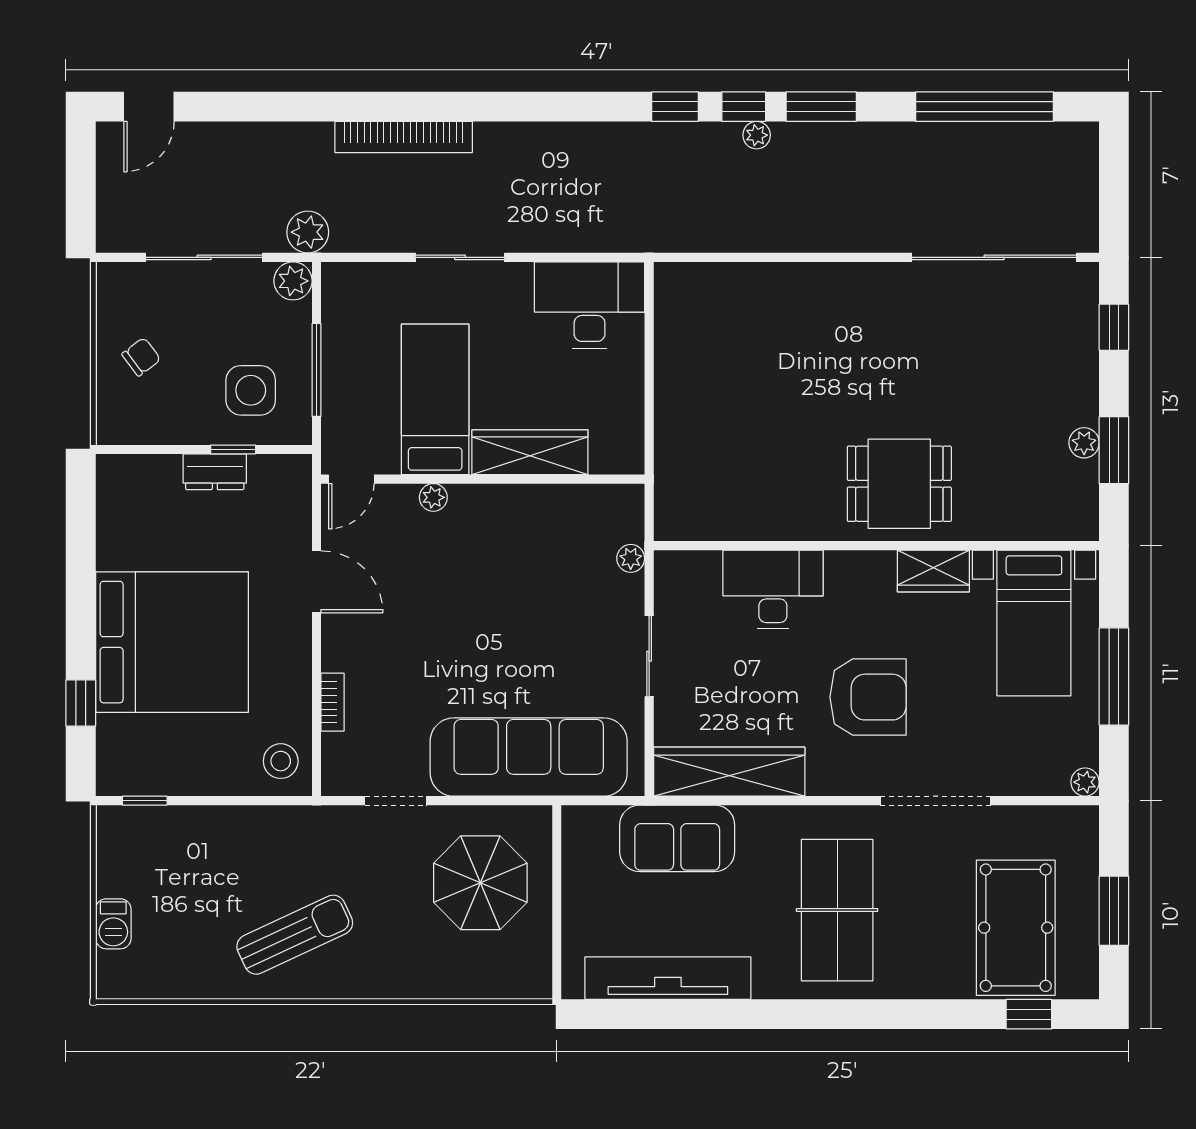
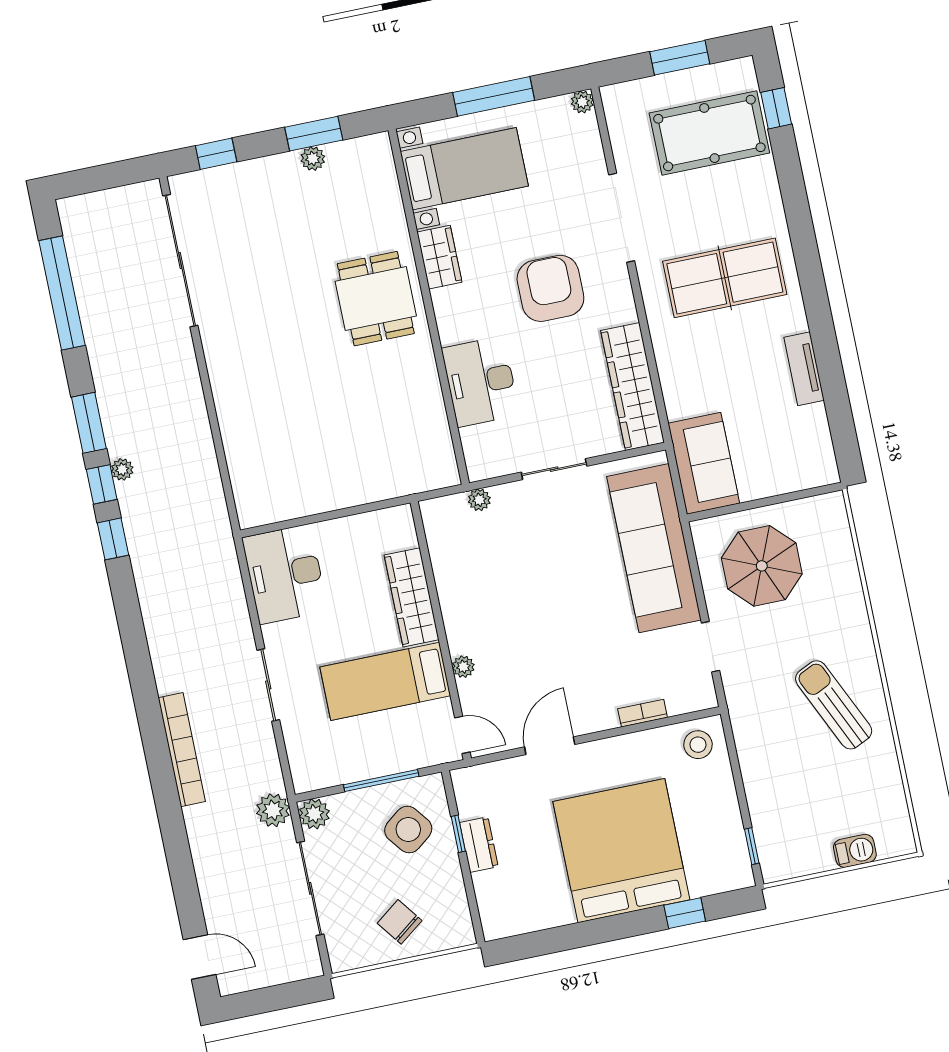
chair: (141, 357) -> (400, 922), width x1.37, depth x1.37
side table: (251, 390) -> (408, 829), turned -38
sofa: (677, 838) -> (704, 463), moved
tv unit: (668, 978) -> (804, 369), width x0.52, depth x0.78

